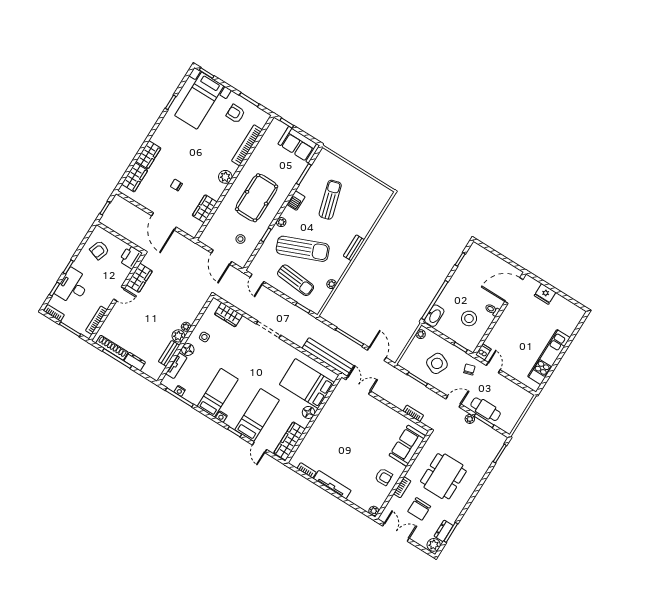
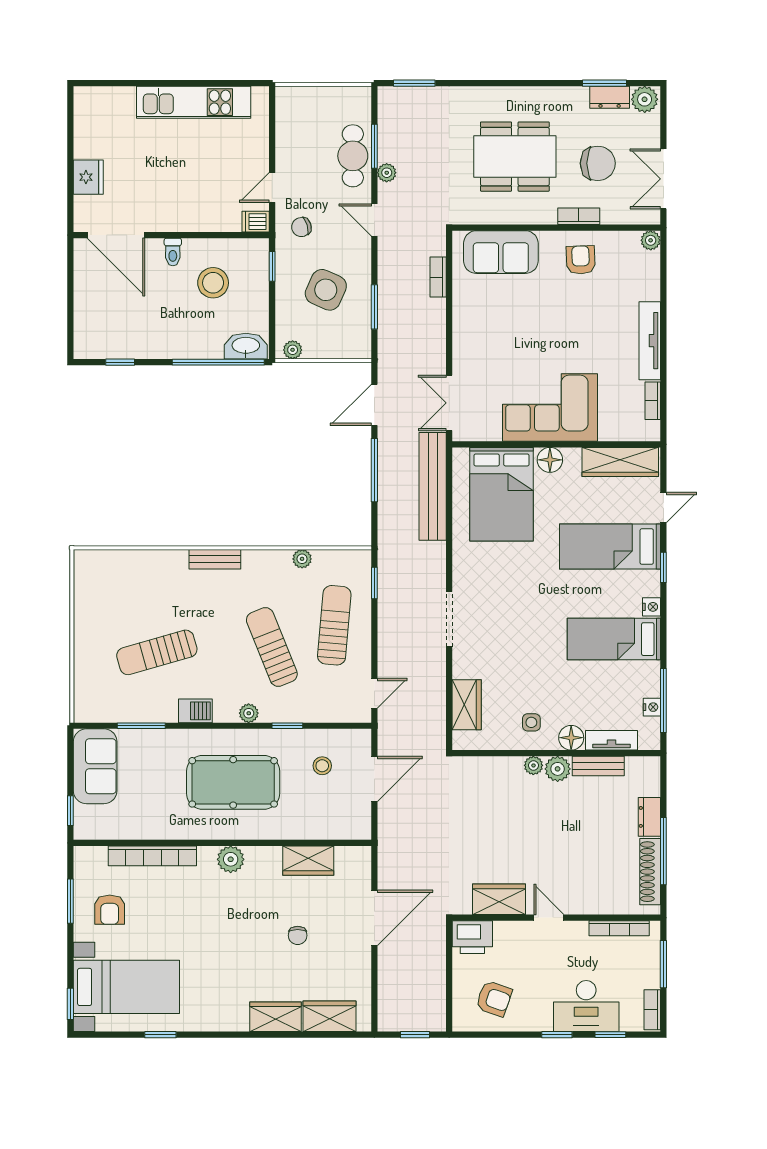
sun lounger: (303, 249) -> (272, 647), width x0.73, depth x0.75
corner sofa: (330, 426) -> (550, 407), added

